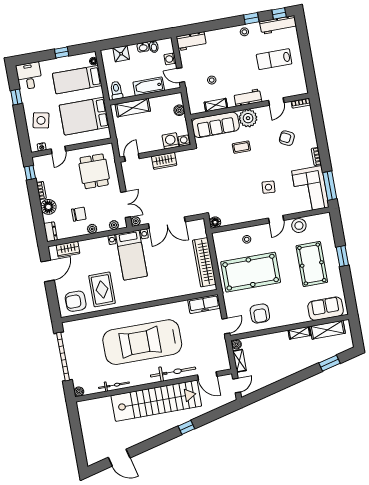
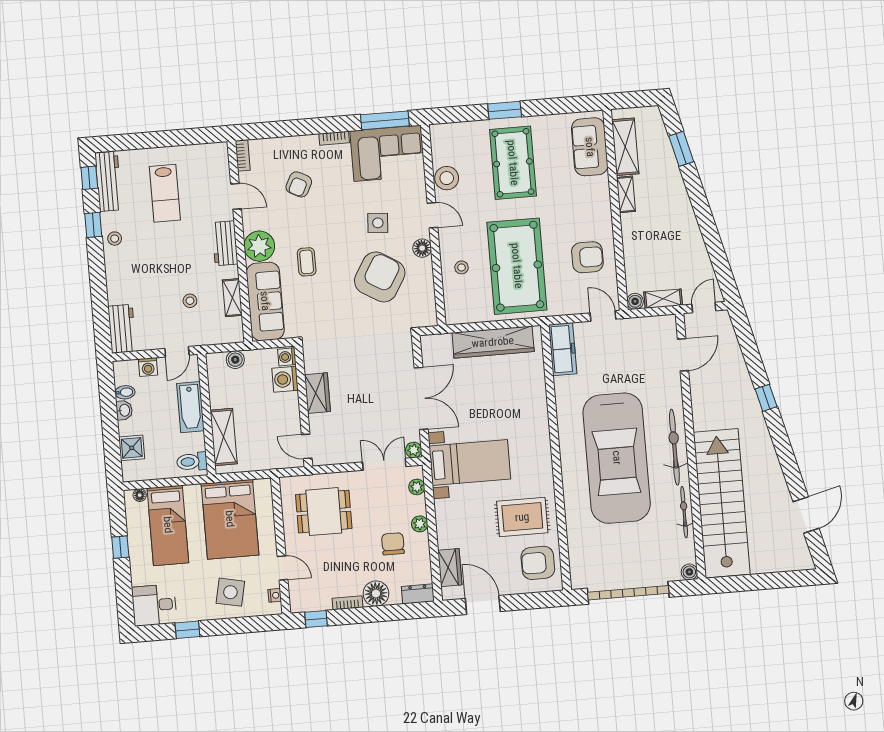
armchair: (236, 191) -> (380, 277), added
floor lamp: (215, 222) -> (422, 248), moved
pool table: (312, 264) -> (513, 163), turned 90
armchair: (76, 301) -> (538, 563), turned 90
bicycle: (173, 372) -> (674, 447), moved
door: (237, 385) -> (704, 308), hinge flipped
stairs: (156, 401) -> (722, 503), moved

